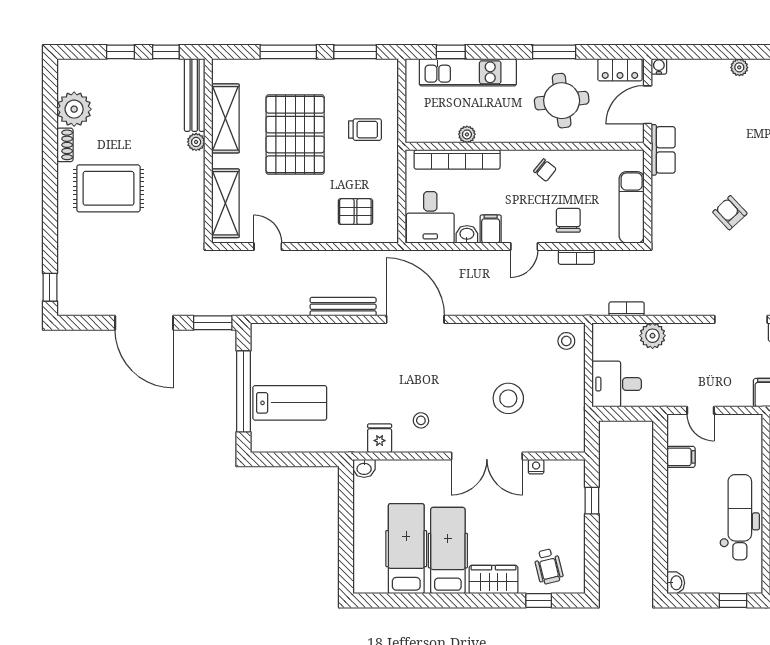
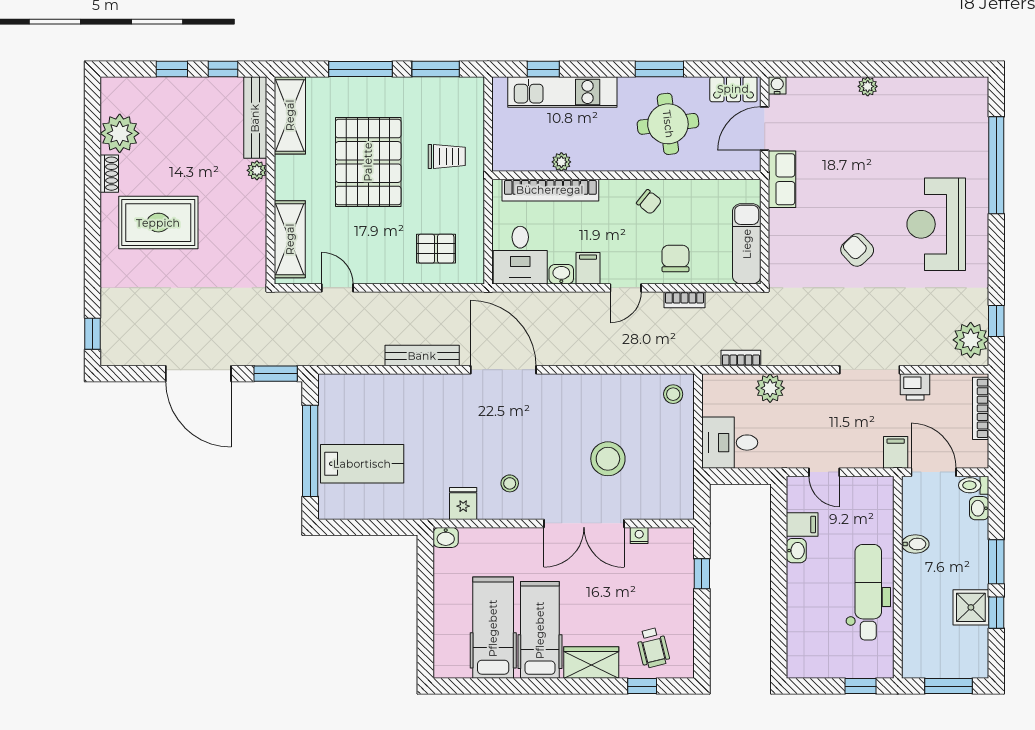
shelving: (225, 118) -> (290, 115), moved
washbasin: (676, 583) -> (796, 551), moved

